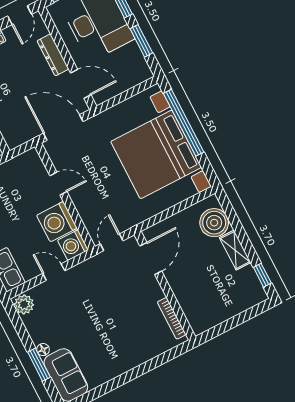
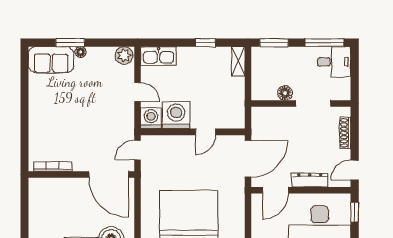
door: (20, 15) -> (355, 170), hinge flipped
door: (112, 242) -> (137, 150), swing flipped
door: (151, 258) -> (109, 175), width x1.36
door: (54, 272) -> (137, 92), hinge flipped

